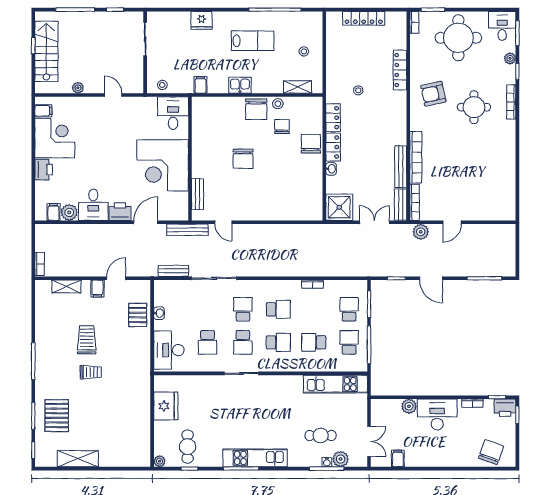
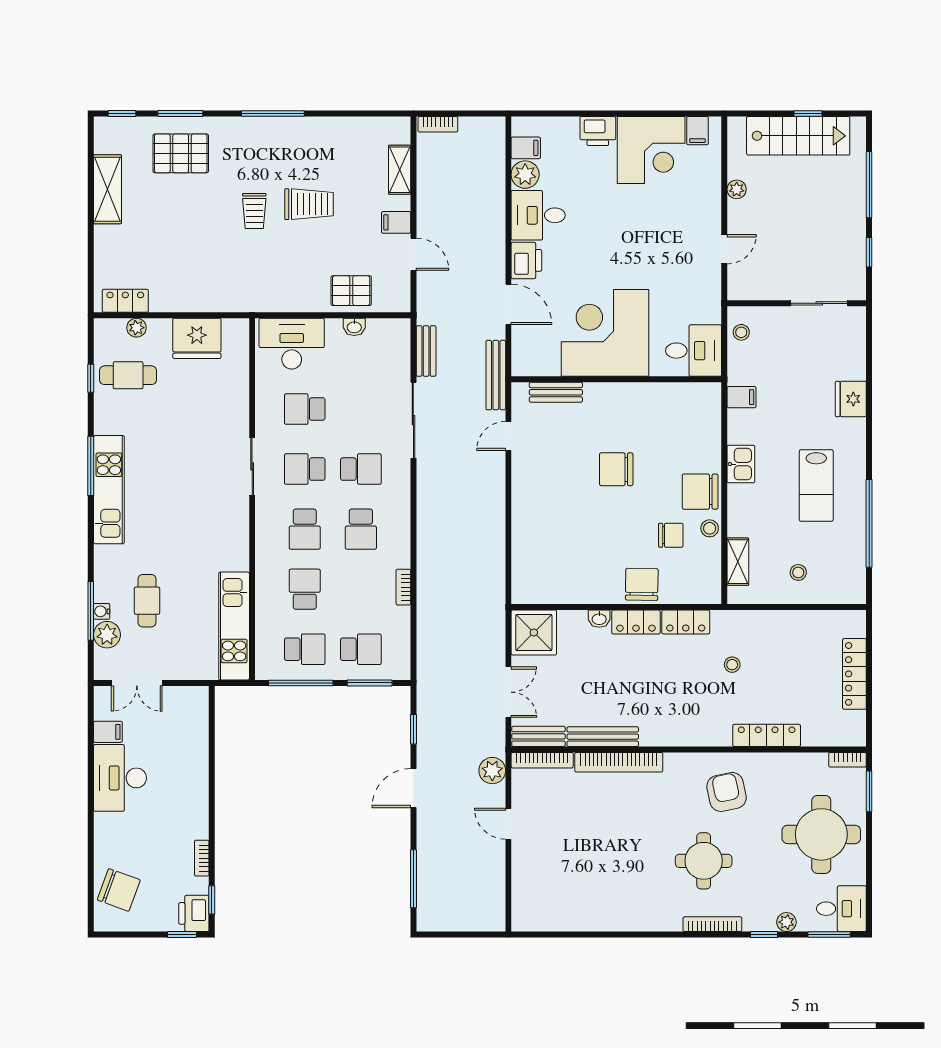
chair: (311, 144) -> (642, 584), turned -89
plant: (409, 406) -> (196, 751), removed
desk: (437, 414) -> (120, 778), moved, turned 180
locker: (144, 448) -> (125, 301), added
plant: (160, 461) -> (136, 328), moved

